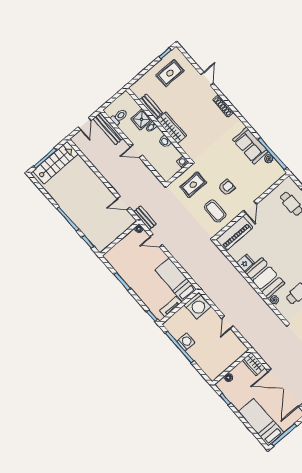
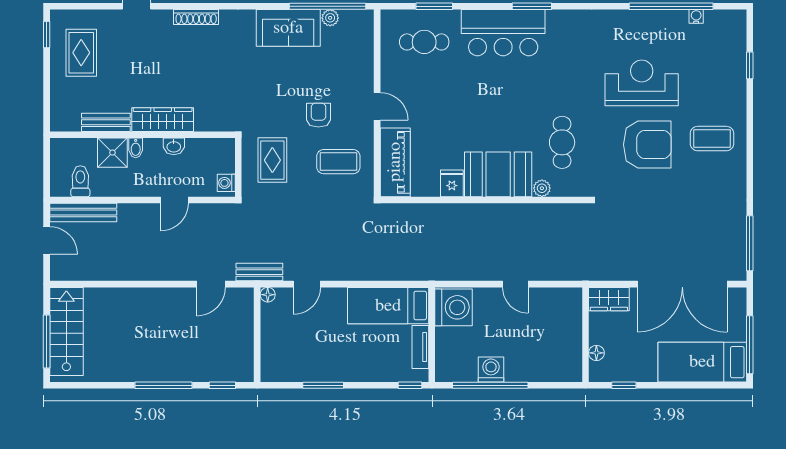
door: (136, 151) -> (174, 200), moved
washing machine: (183, 162) -> (226, 183), moved

